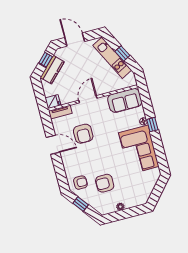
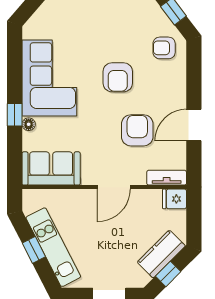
door: (53, 145) -> (194, 125), hinge flipped
armchair: (105, 183) -> (118, 77), moved, turned 90

